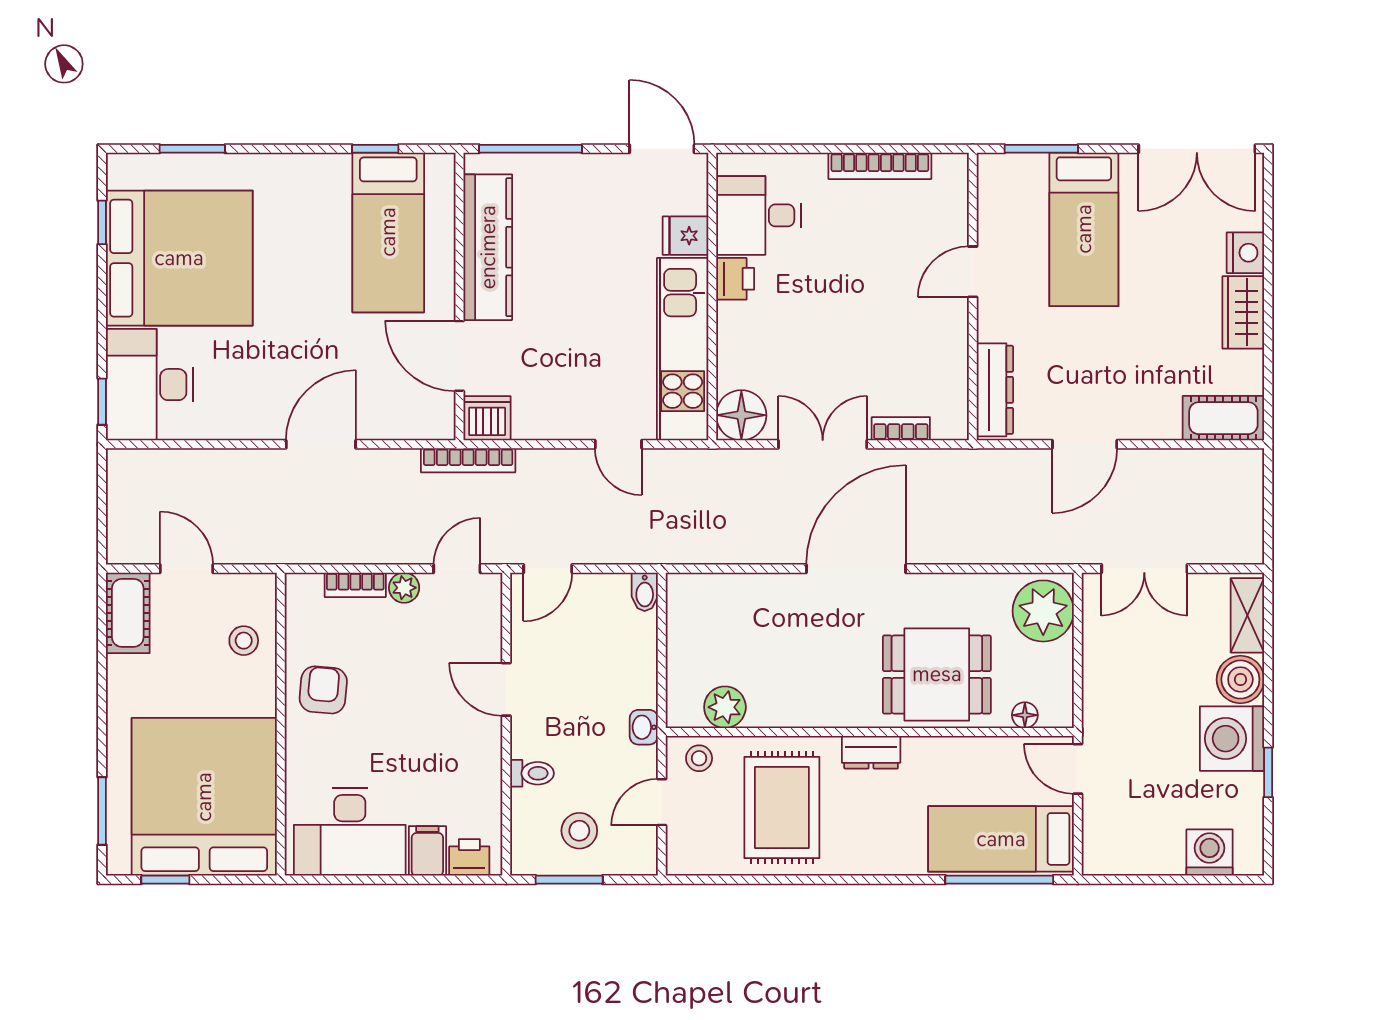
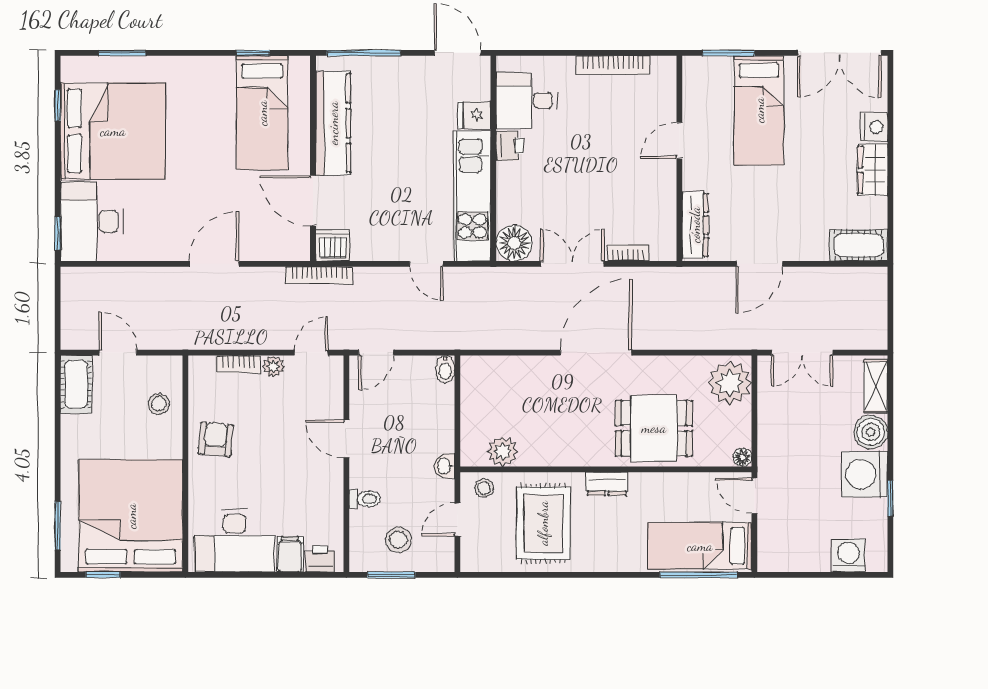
floor lamp: (1025, 715) -> (742, 457), moved

